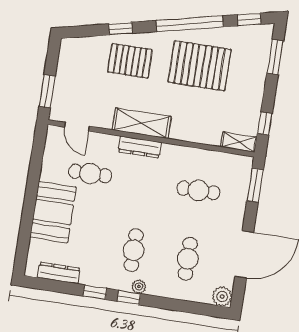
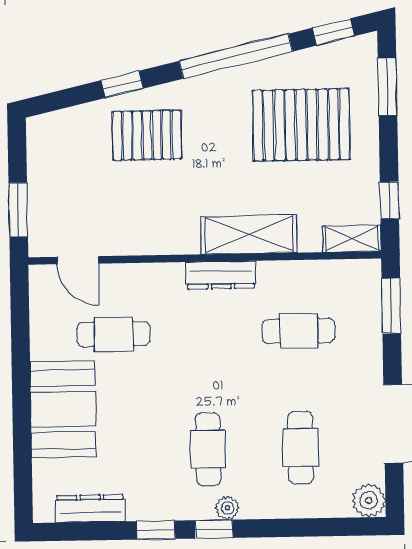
pallet: (200, 66) -> (301, 125), moved
shelving: (142, 123) -> (249, 235), moved
dresser: (140, 147) -> (221, 275), moved

